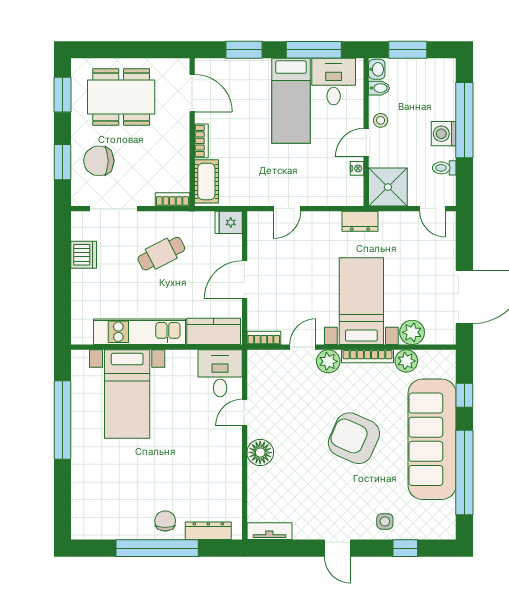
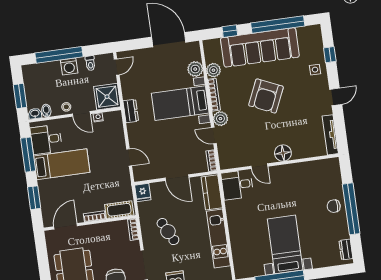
bed with nightstands: (127, 394) -> (285, 244), moved, turned -90
dresser: (208, 531) -> (346, 250), moved, width x0.70
tv unit: (269, 531) -> (330, 135), width x1.41

